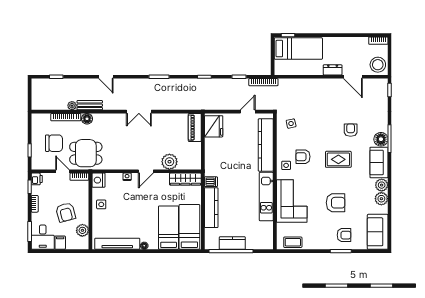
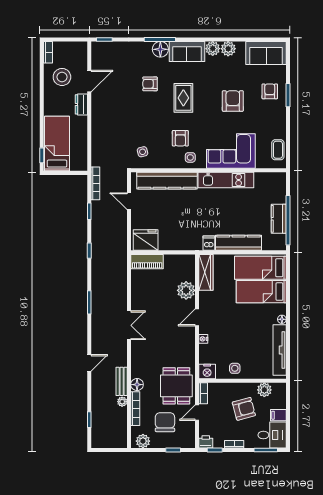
stool: (378, 65) -> (62, 77), moved
plant: (37, 124) -> (143, 441), added
door: (146, 171) -> (197, 317), swing flipped

